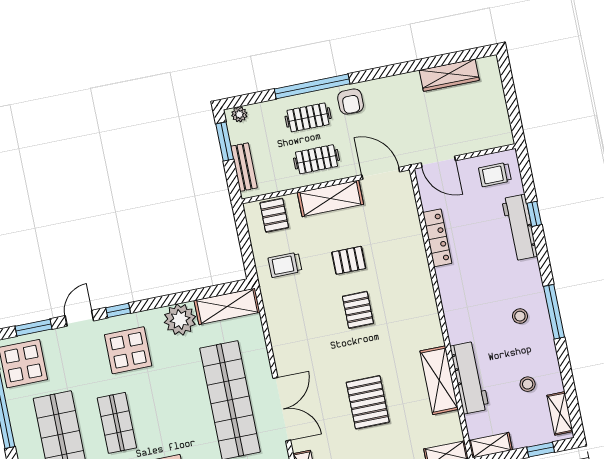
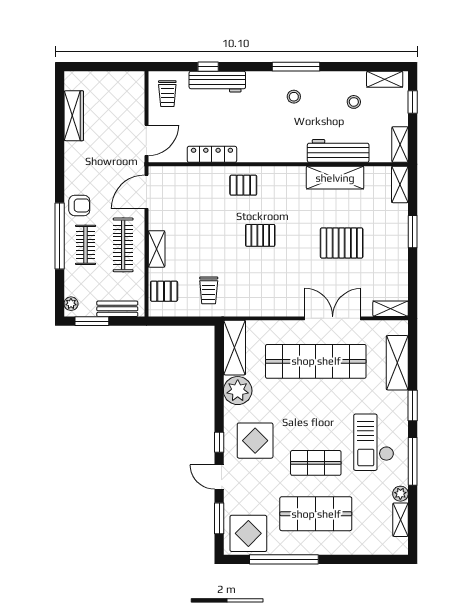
clothes rail: (317, 159) -> (123, 245), width x1.36
shelving: (330, 198) -> (157, 249), width x0.67, depth x0.75
pallet: (349, 260) -> (243, 185), moved, turned 90

